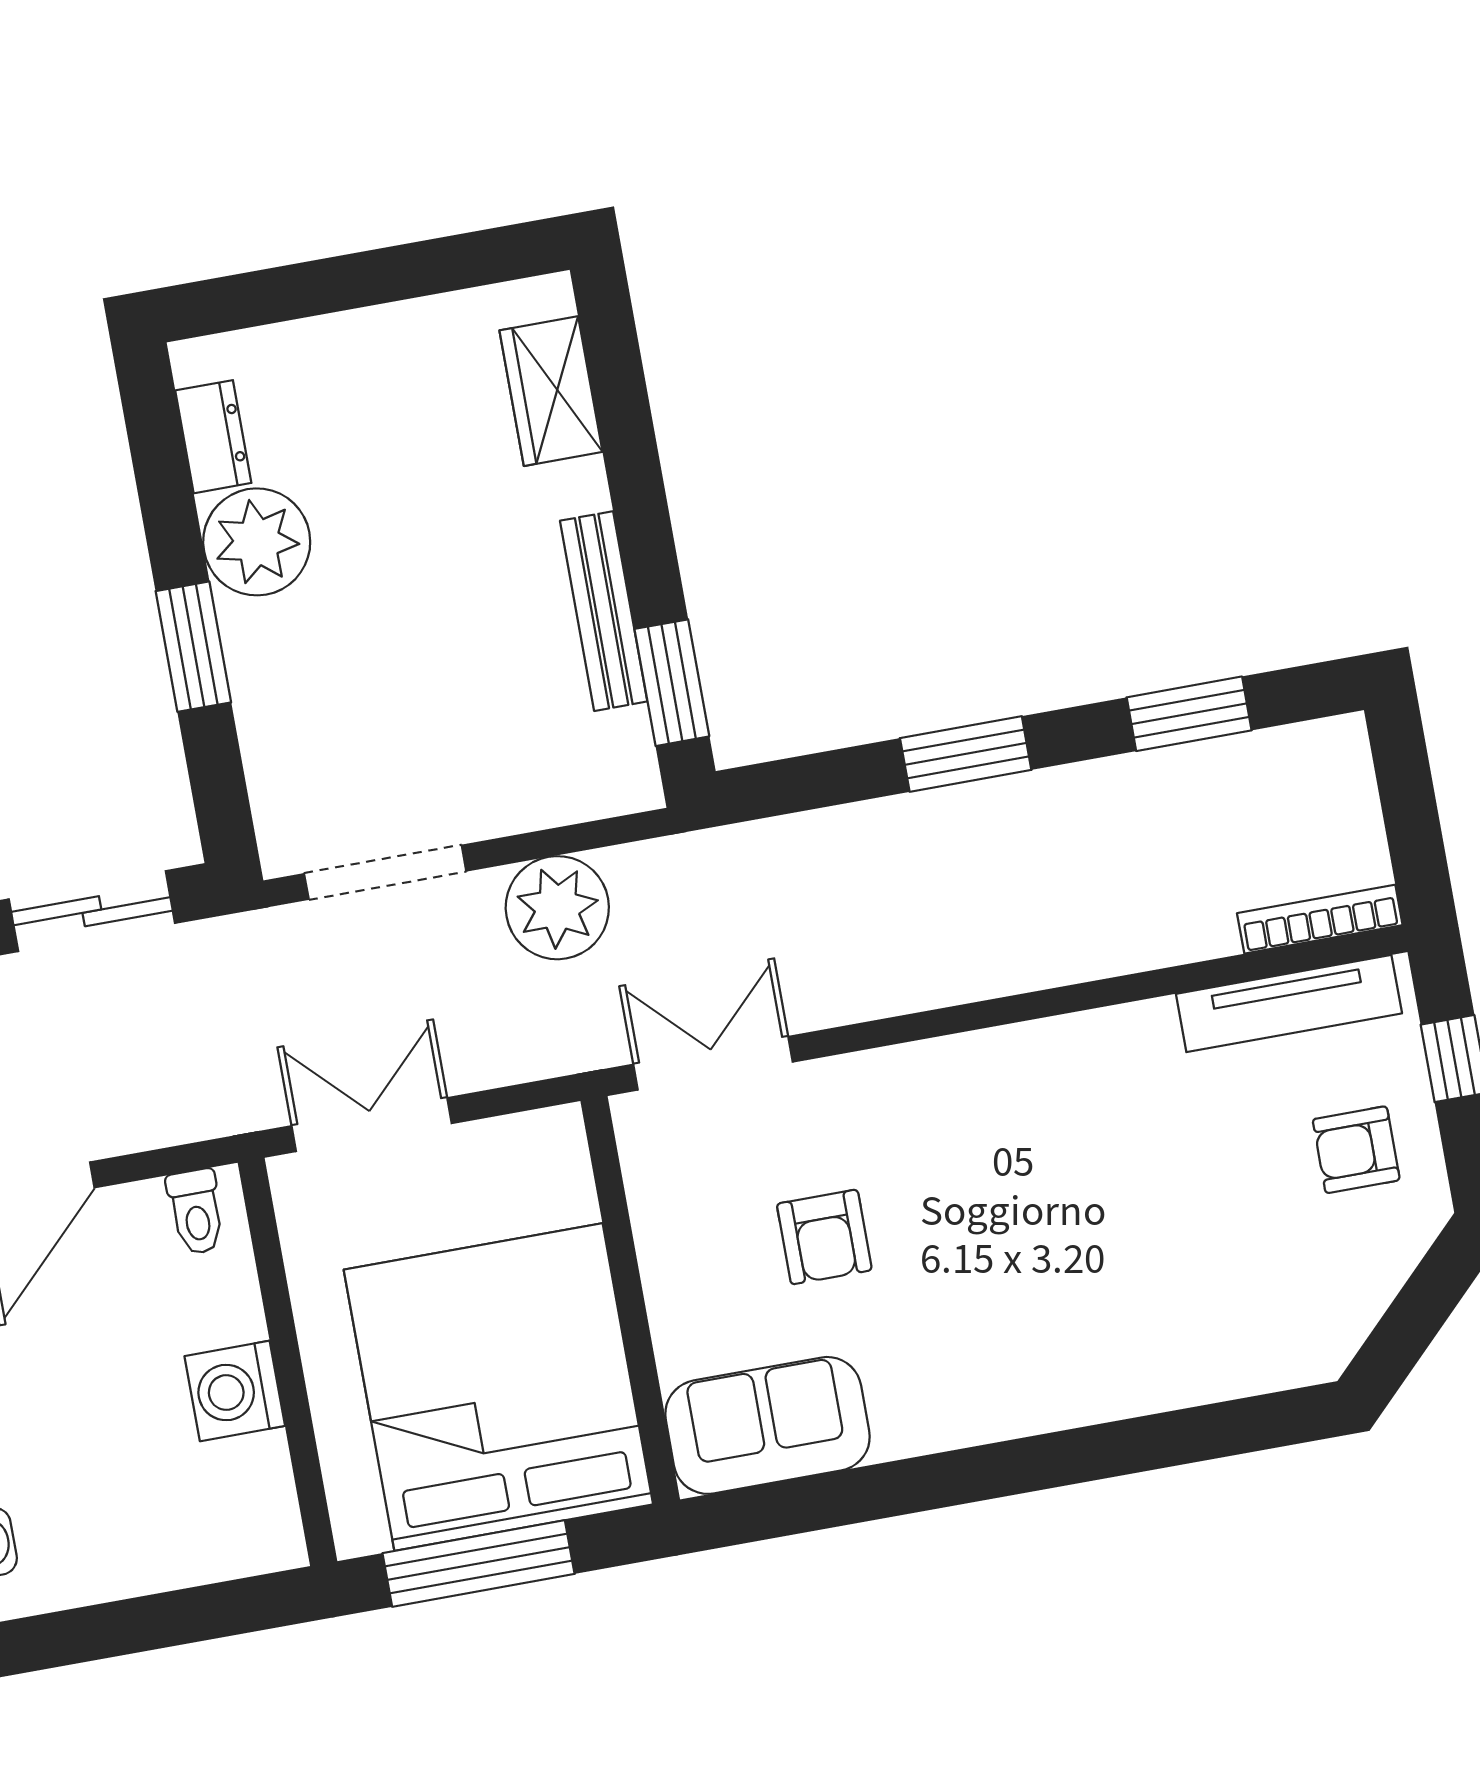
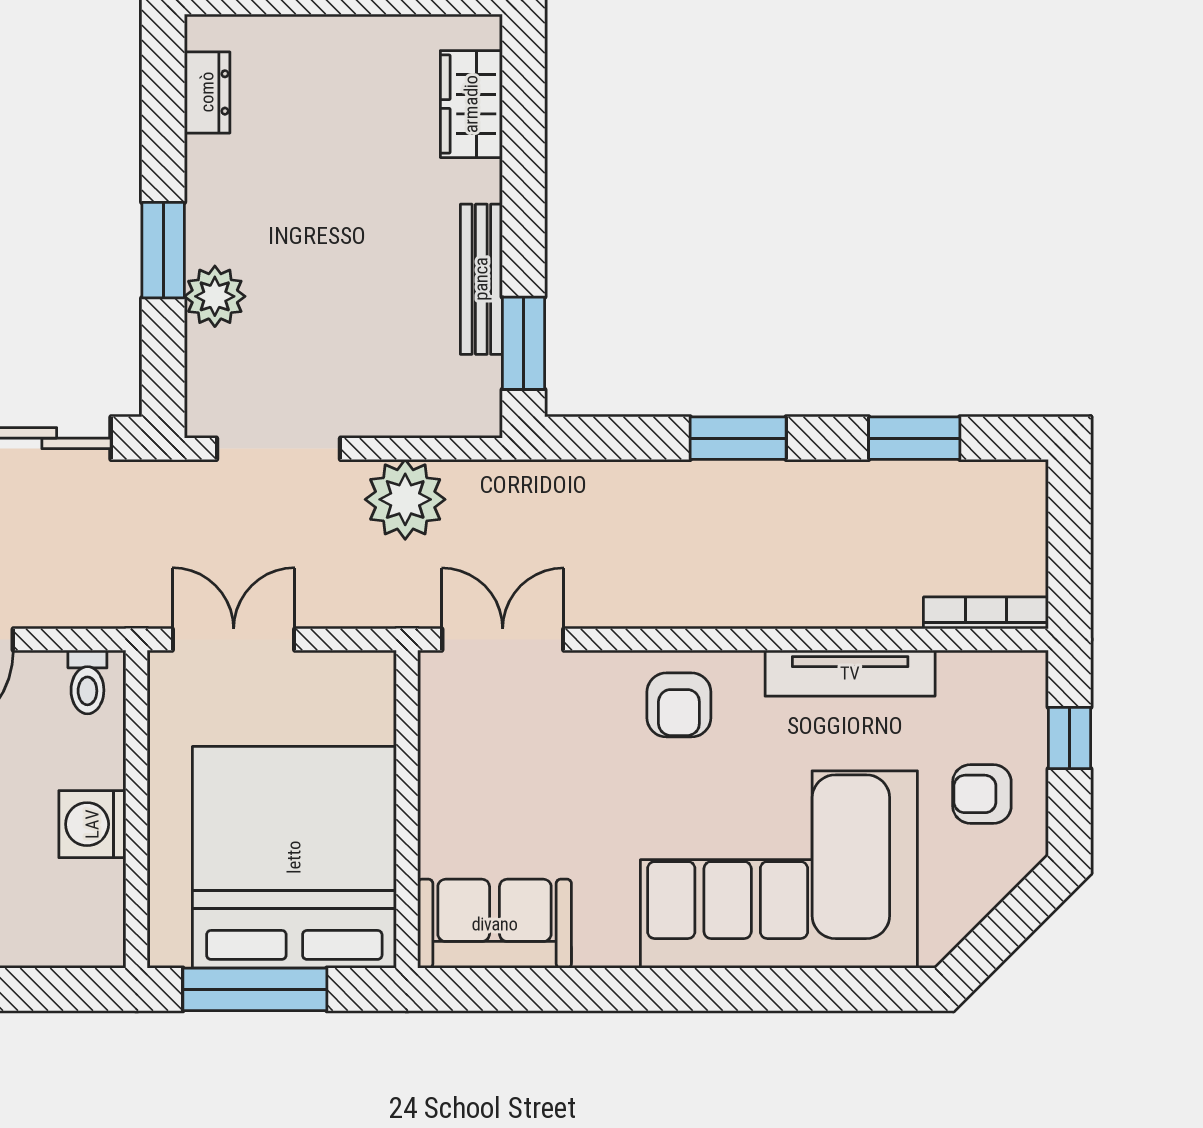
plant: (257, 542) -> (215, 296), moved, width x0.73, depth x0.73
tv unit: (1289, 1004) -> (850, 673), moved
armchair: (824, 1237) -> (679, 705), moved
corner sofa: (1116, 1292) -> (779, 870), added

